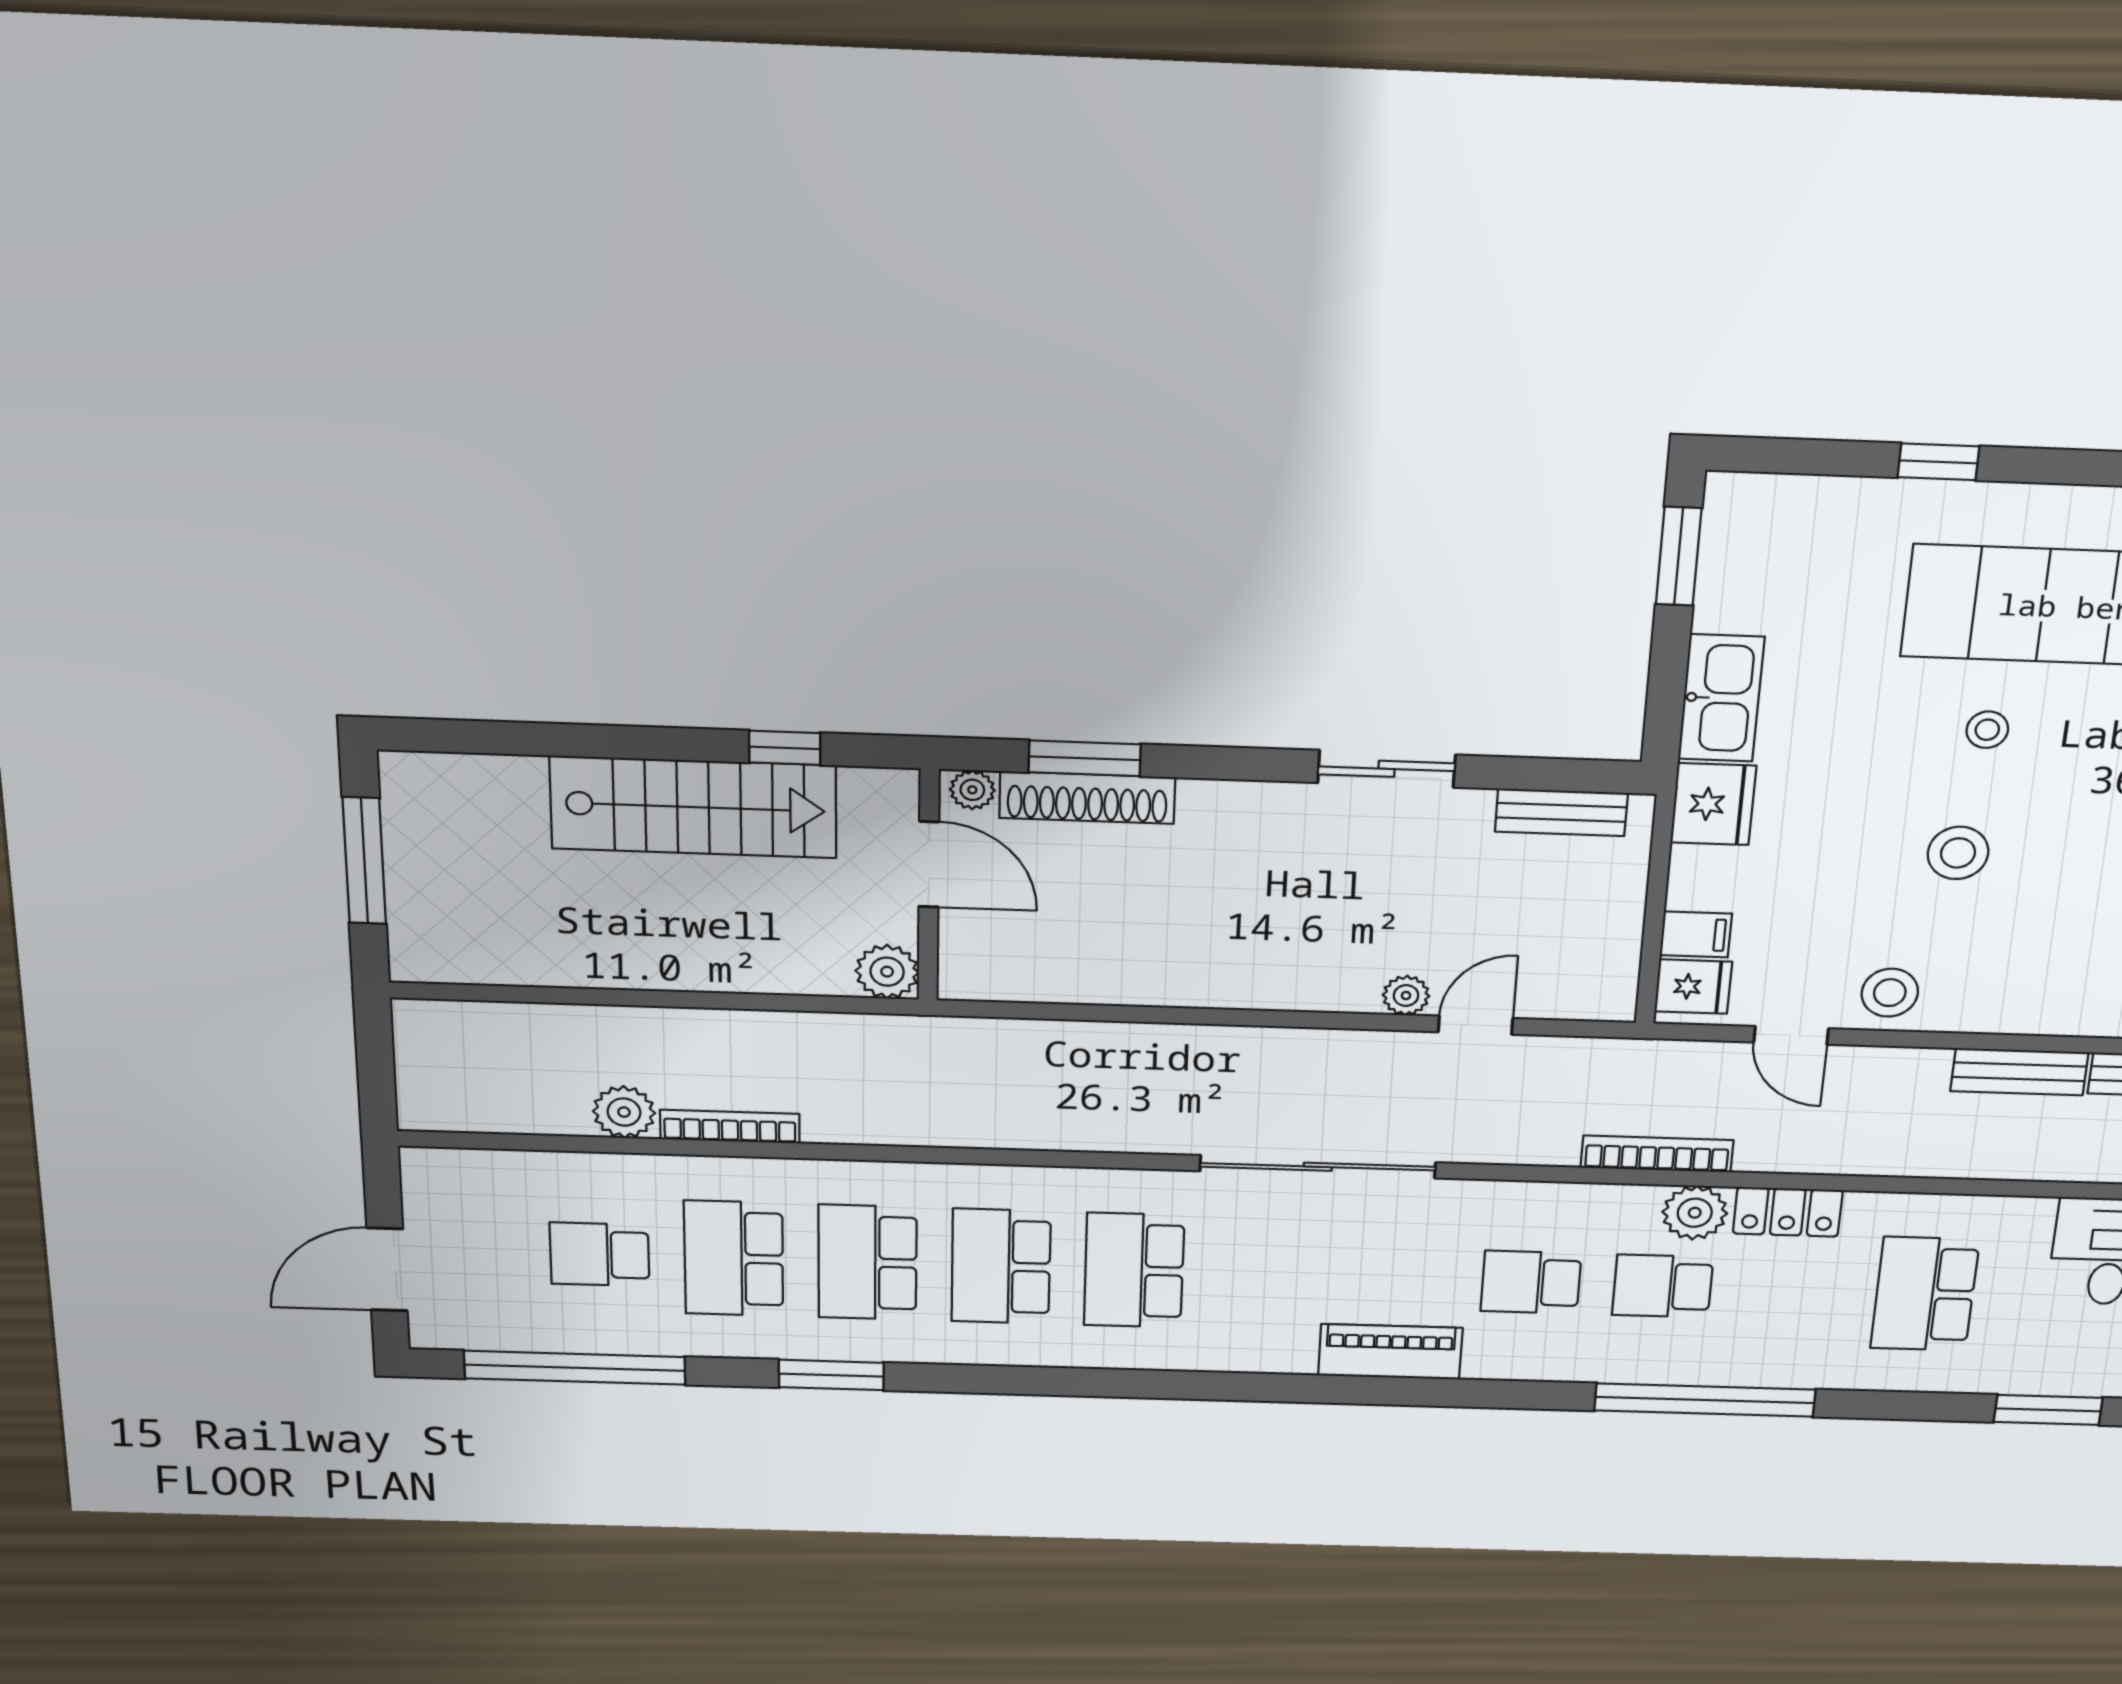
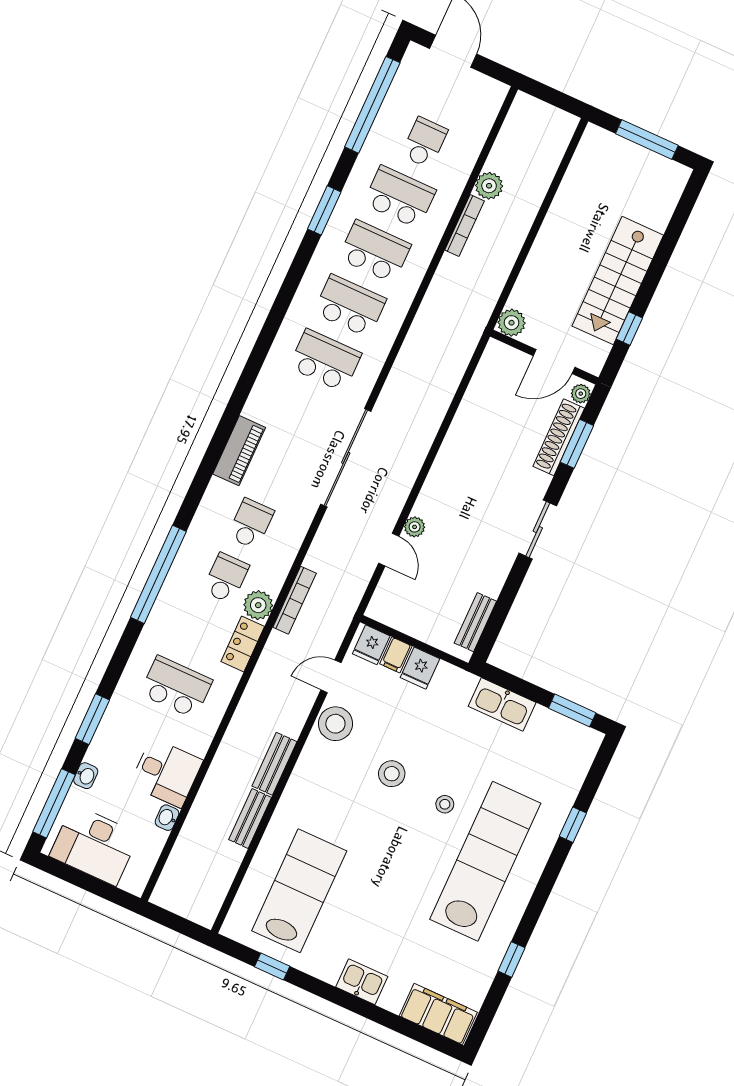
sliding door: (1387, 769) -> (538, 530), moved
fridge: (1713, 804) -> (420, 668), moved, width x0.72
stool: (1890, 993) -> (335, 724), width x1.38, depth x1.38

